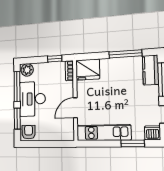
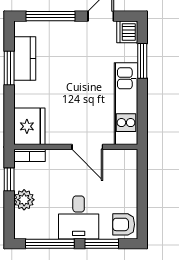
window: (125, 54) -> (9, 68), width x0.69
plant: (27, 70) -> (24, 200), moved
kitchen counter: (151, 70) -> (25, 58), moved, turned -90
desk: (32, 99) -> (79, 217), width x0.73

